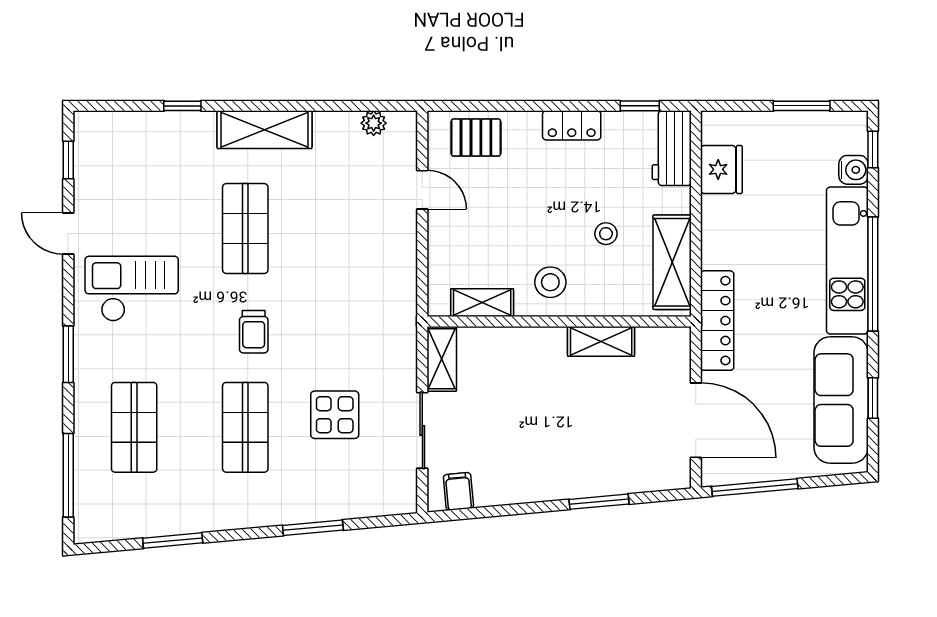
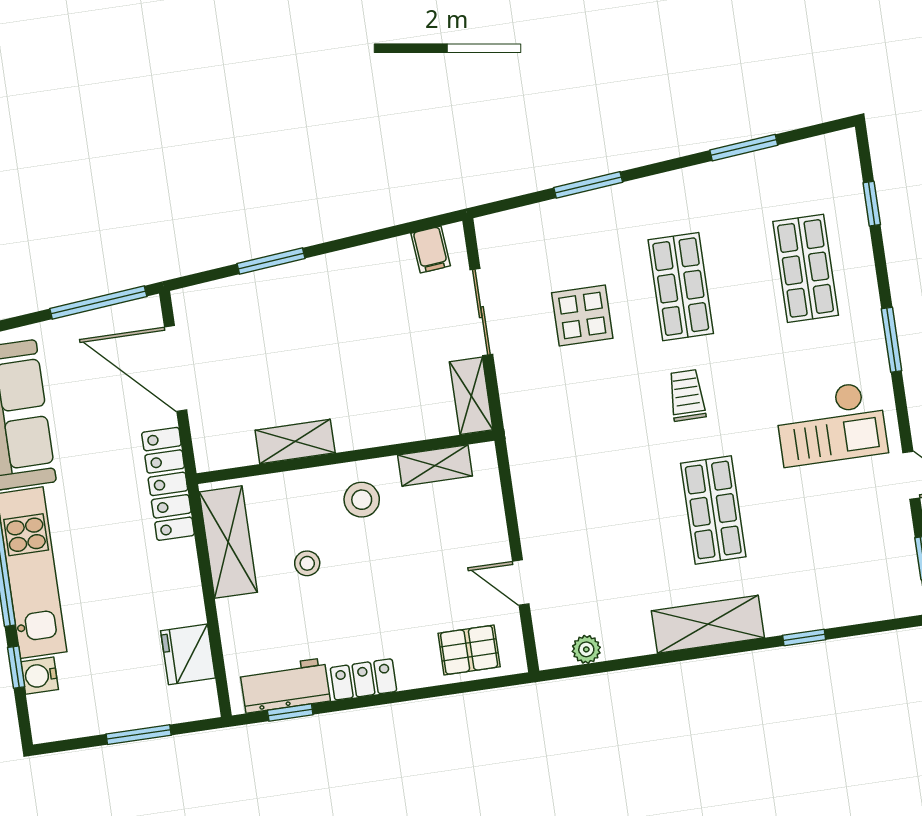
window: (802, 106) -> (139, 735), moved
workbench: (672, 148) -> (285, 685), moved, turned -90
window: (873, 149) -> (16, 667), moved
window: (68, 475) -> (872, 204), width x0.46

